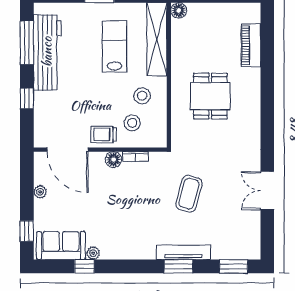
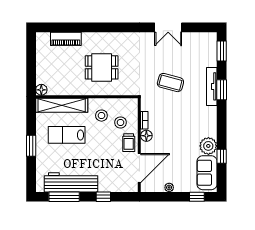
plant: (93, 253) -> (208, 146), width x1.88, depth x1.88

